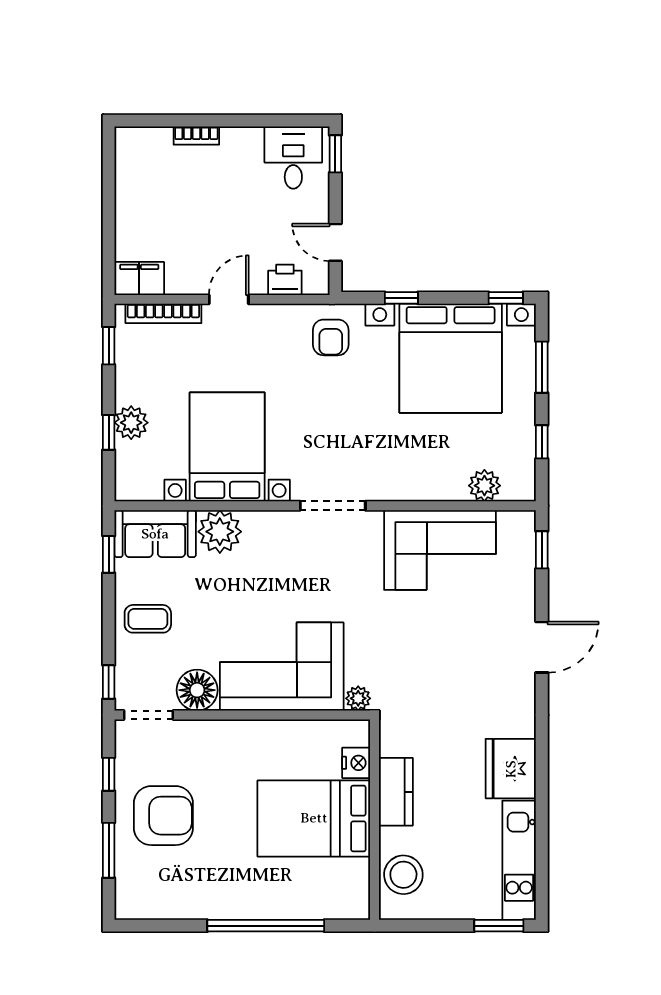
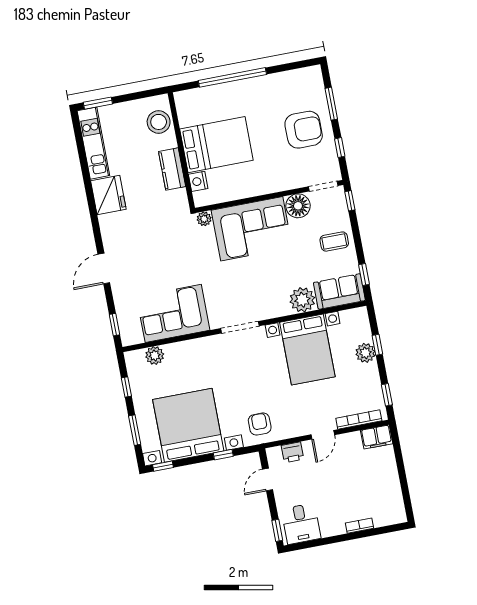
door: (335, 242) -> (267, 479), swing flipped
armchair: (163, 816) -> (304, 130), turned 180

